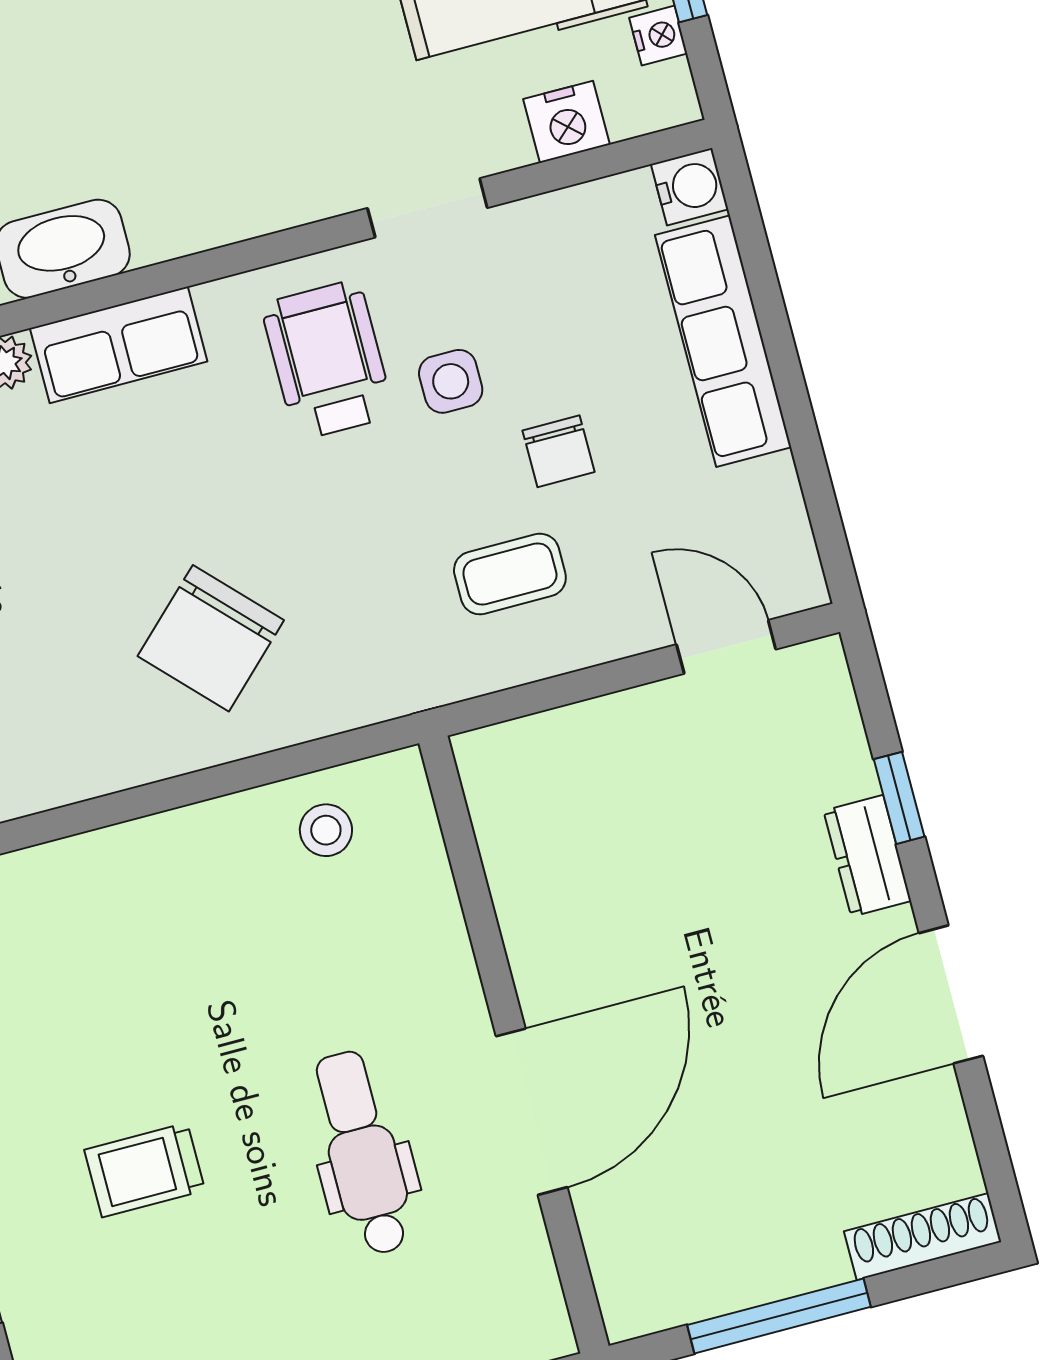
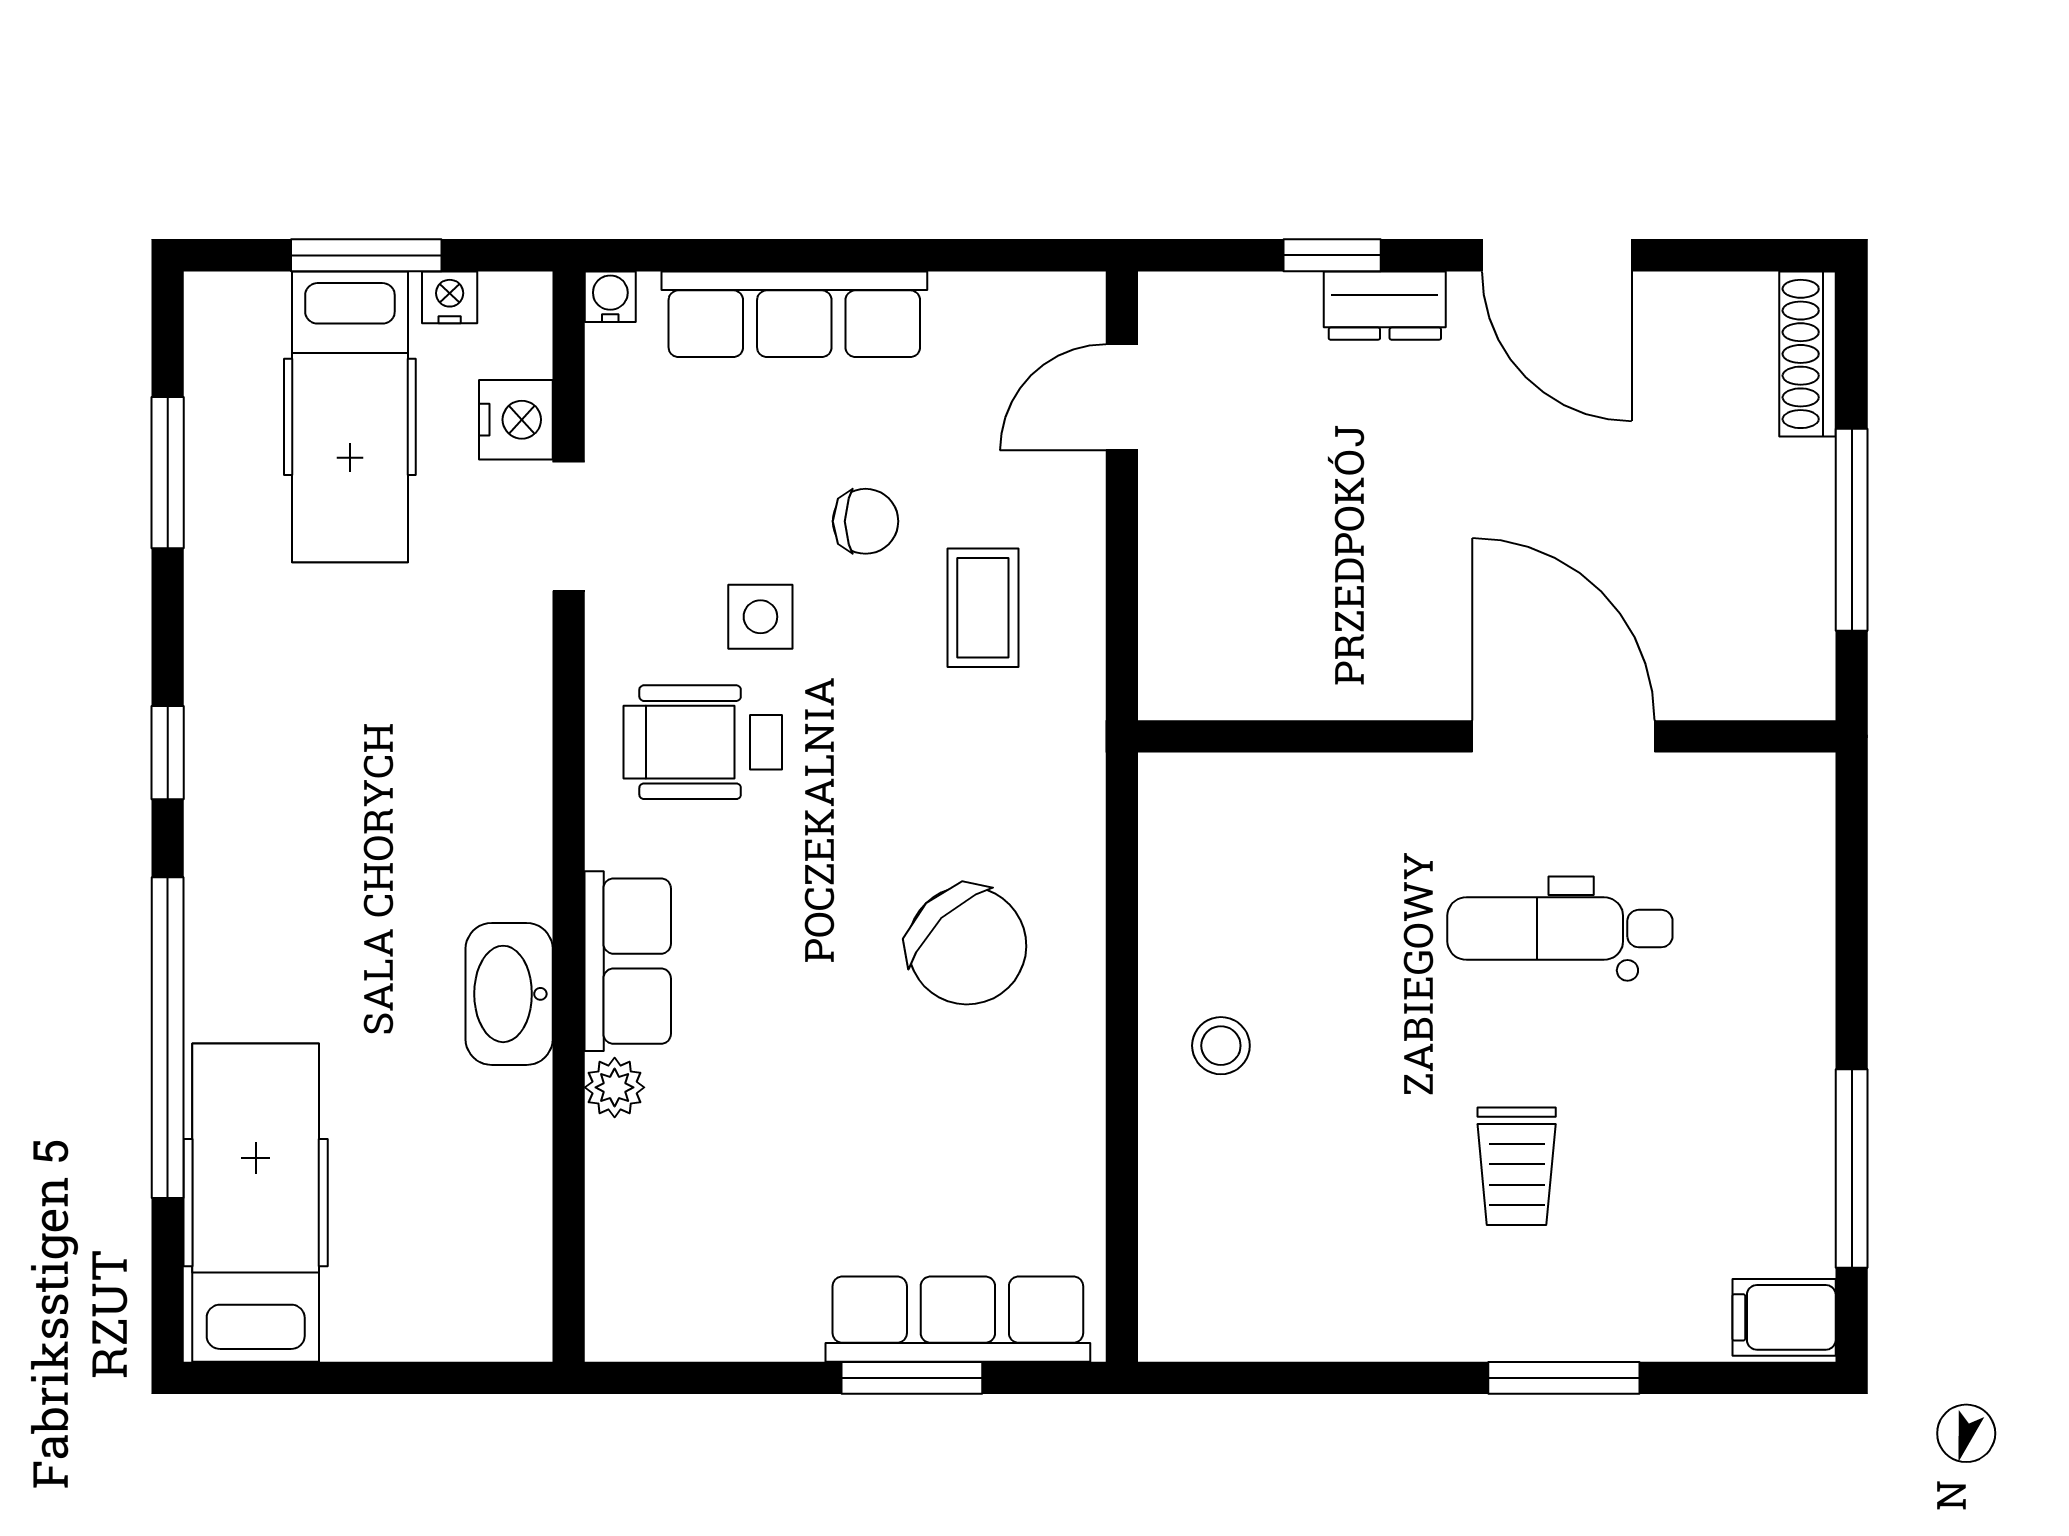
water cooler: (690, 187) -> (610, 297), width x0.72, depth x0.72
doorway: (427, 208) -> (569, 526), moved
stool: (326, 830) -> (1221, 1046), moved

